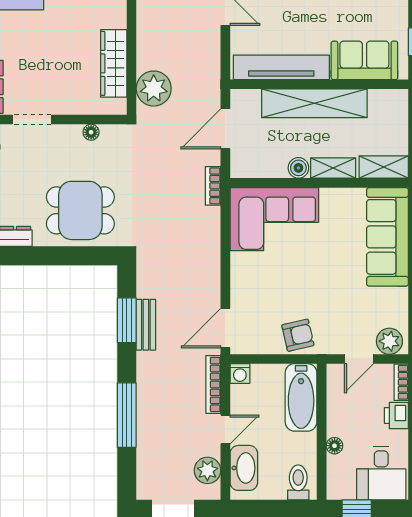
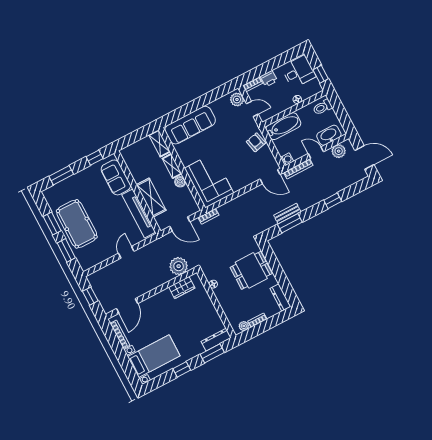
wardrobe: (114, 63) -> (182, 288), width x0.67
shelving: (314, 103) -> (151, 197), width x0.68
doorway: (32, 120) -> (222, 314), removed
dining table: (80, 210) -> (251, 270), turned 90
window: (127, 415) -> (333, 201), width x0.46

